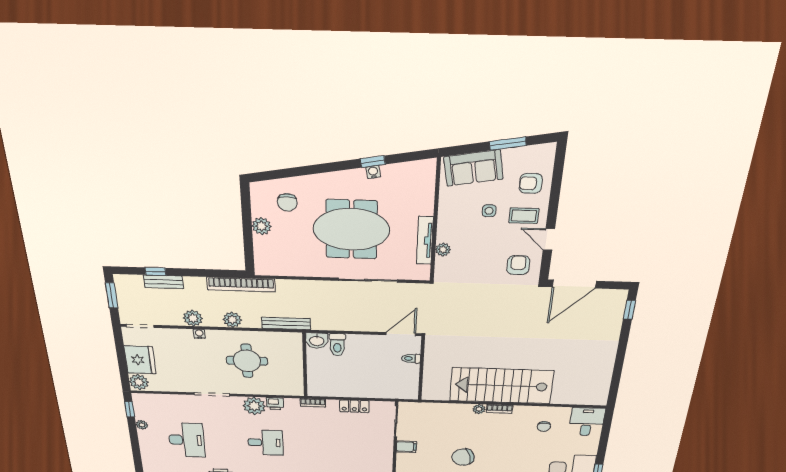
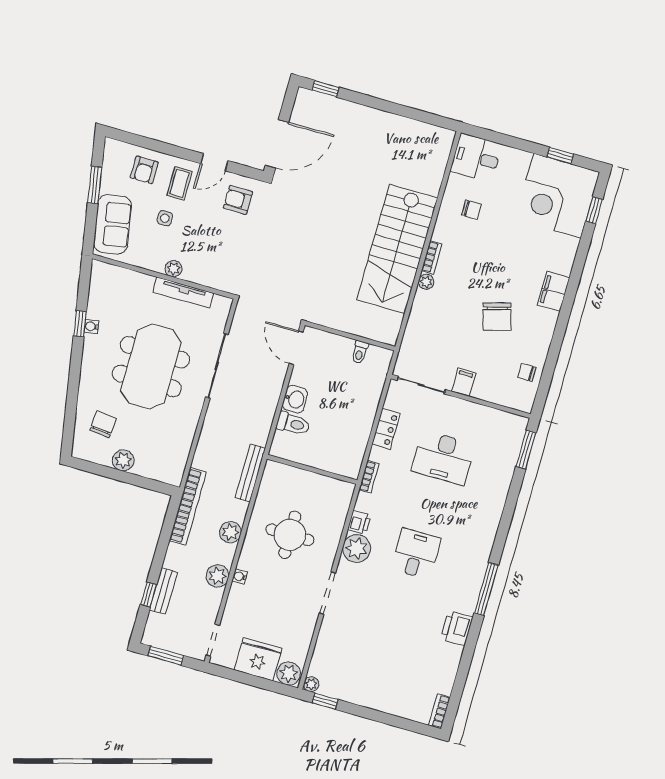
chair: (287, 202) -> (103, 424), turned -85
plant: (443, 250) -> (173, 269), moved
door: (574, 284) -> (277, 144), hinge flipped
washbasin: (317, 341) -> (295, 399), moved
toilet: (411, 358) -> (360, 352), moved
plant: (142, 425) -> (311, 684), moved
desk: (187, 440) -> (443, 458), moved, turned 180

